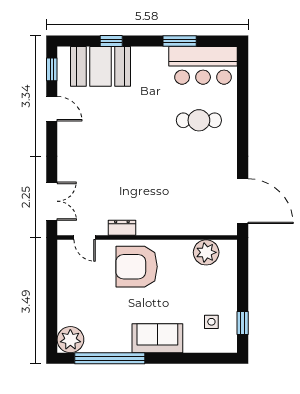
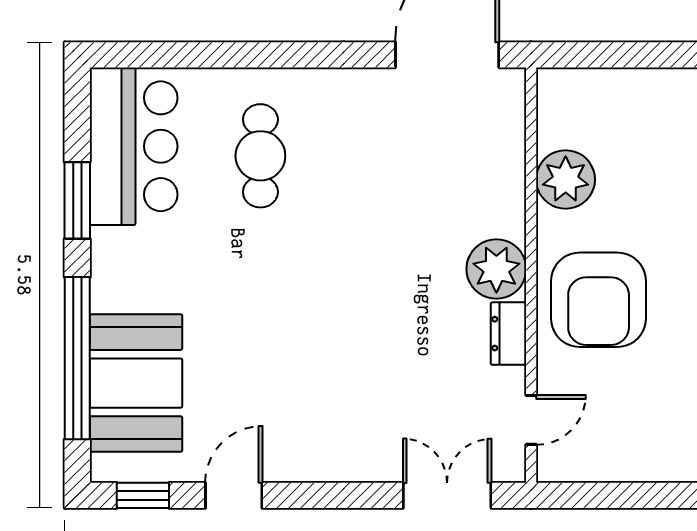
window: (111, 41) -> (77, 358), width x3.17
plant: (150, 222) -> (496, 269), added
plant: (206, 252) -> (566, 179), moved

